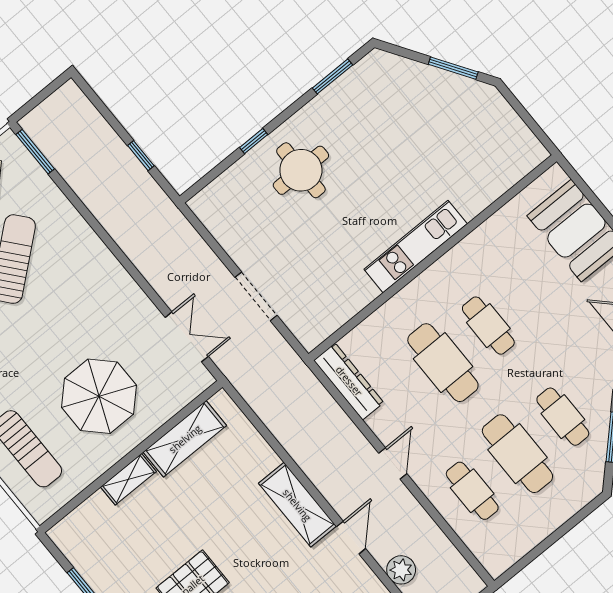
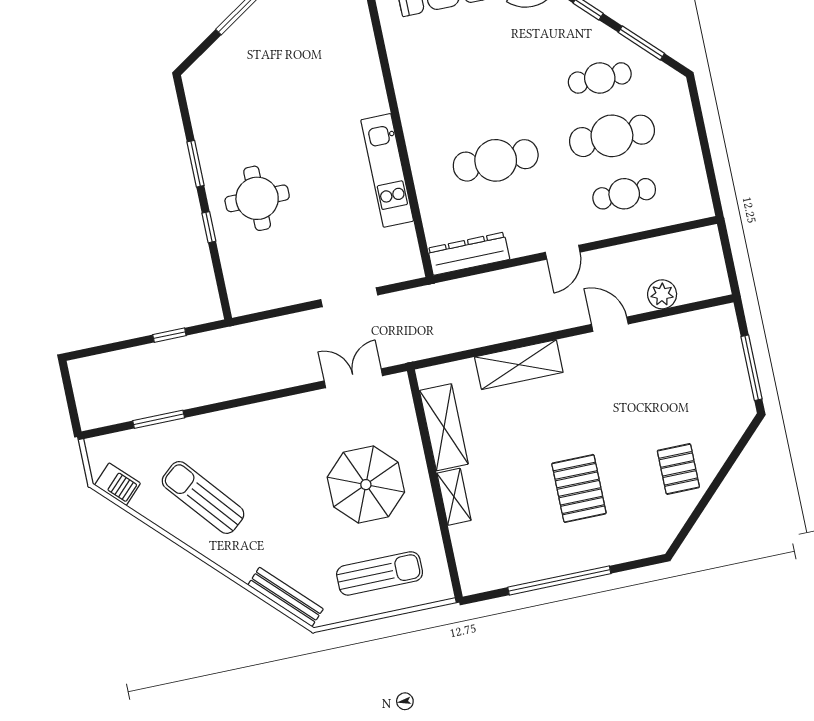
window: (333, 76) -> (196, 164), moved
window: (35, 152) -> (159, 419), moved
kitchen unit: (416, 247) -> (387, 170), moved
cafe table: (488, 326) -> (483, 102), removed
door: (393, 463) -> (563, 252), swing flipped
shelving: (297, 505) -> (519, 365), moved

